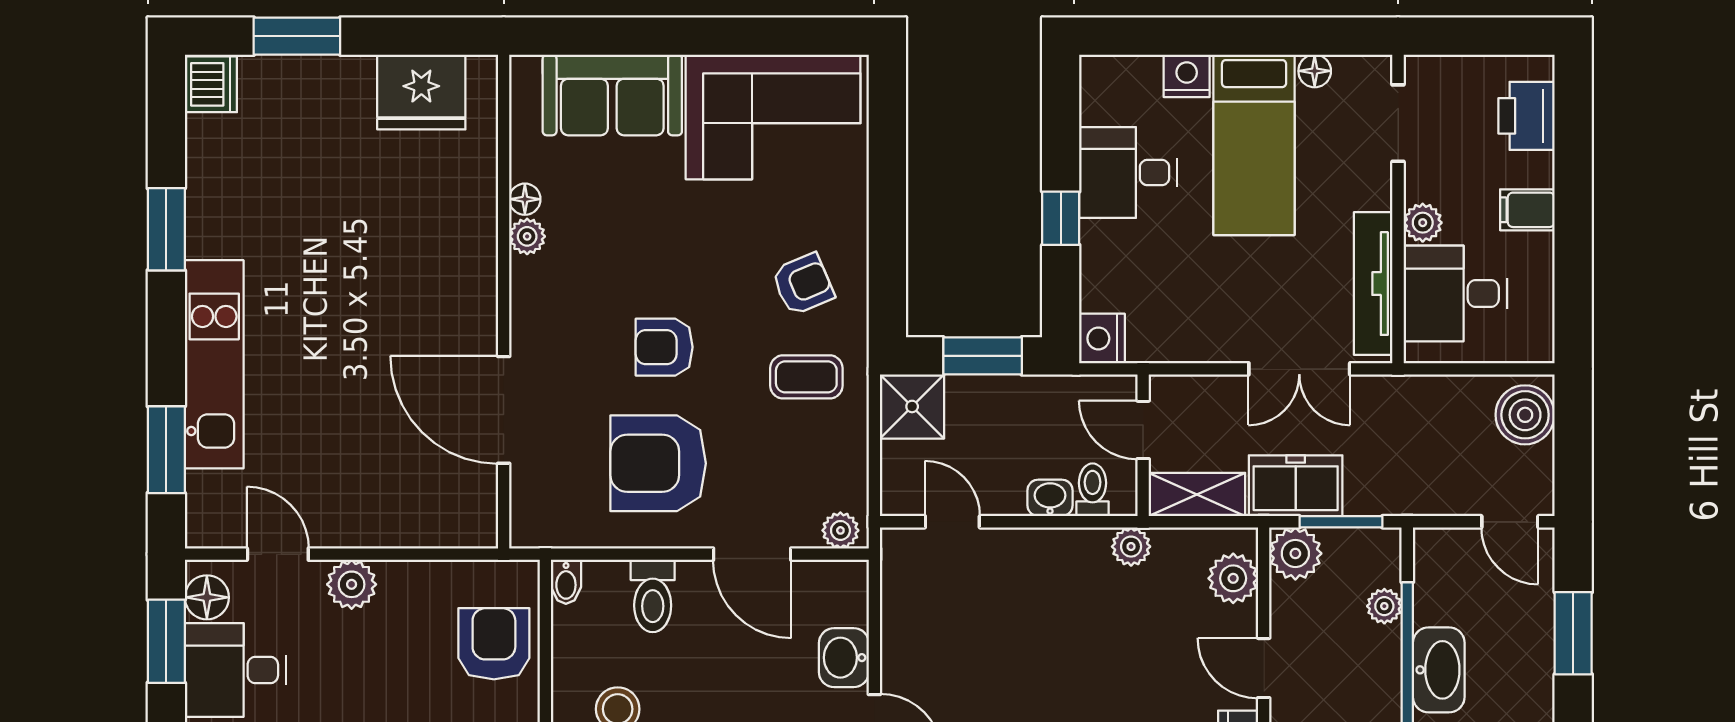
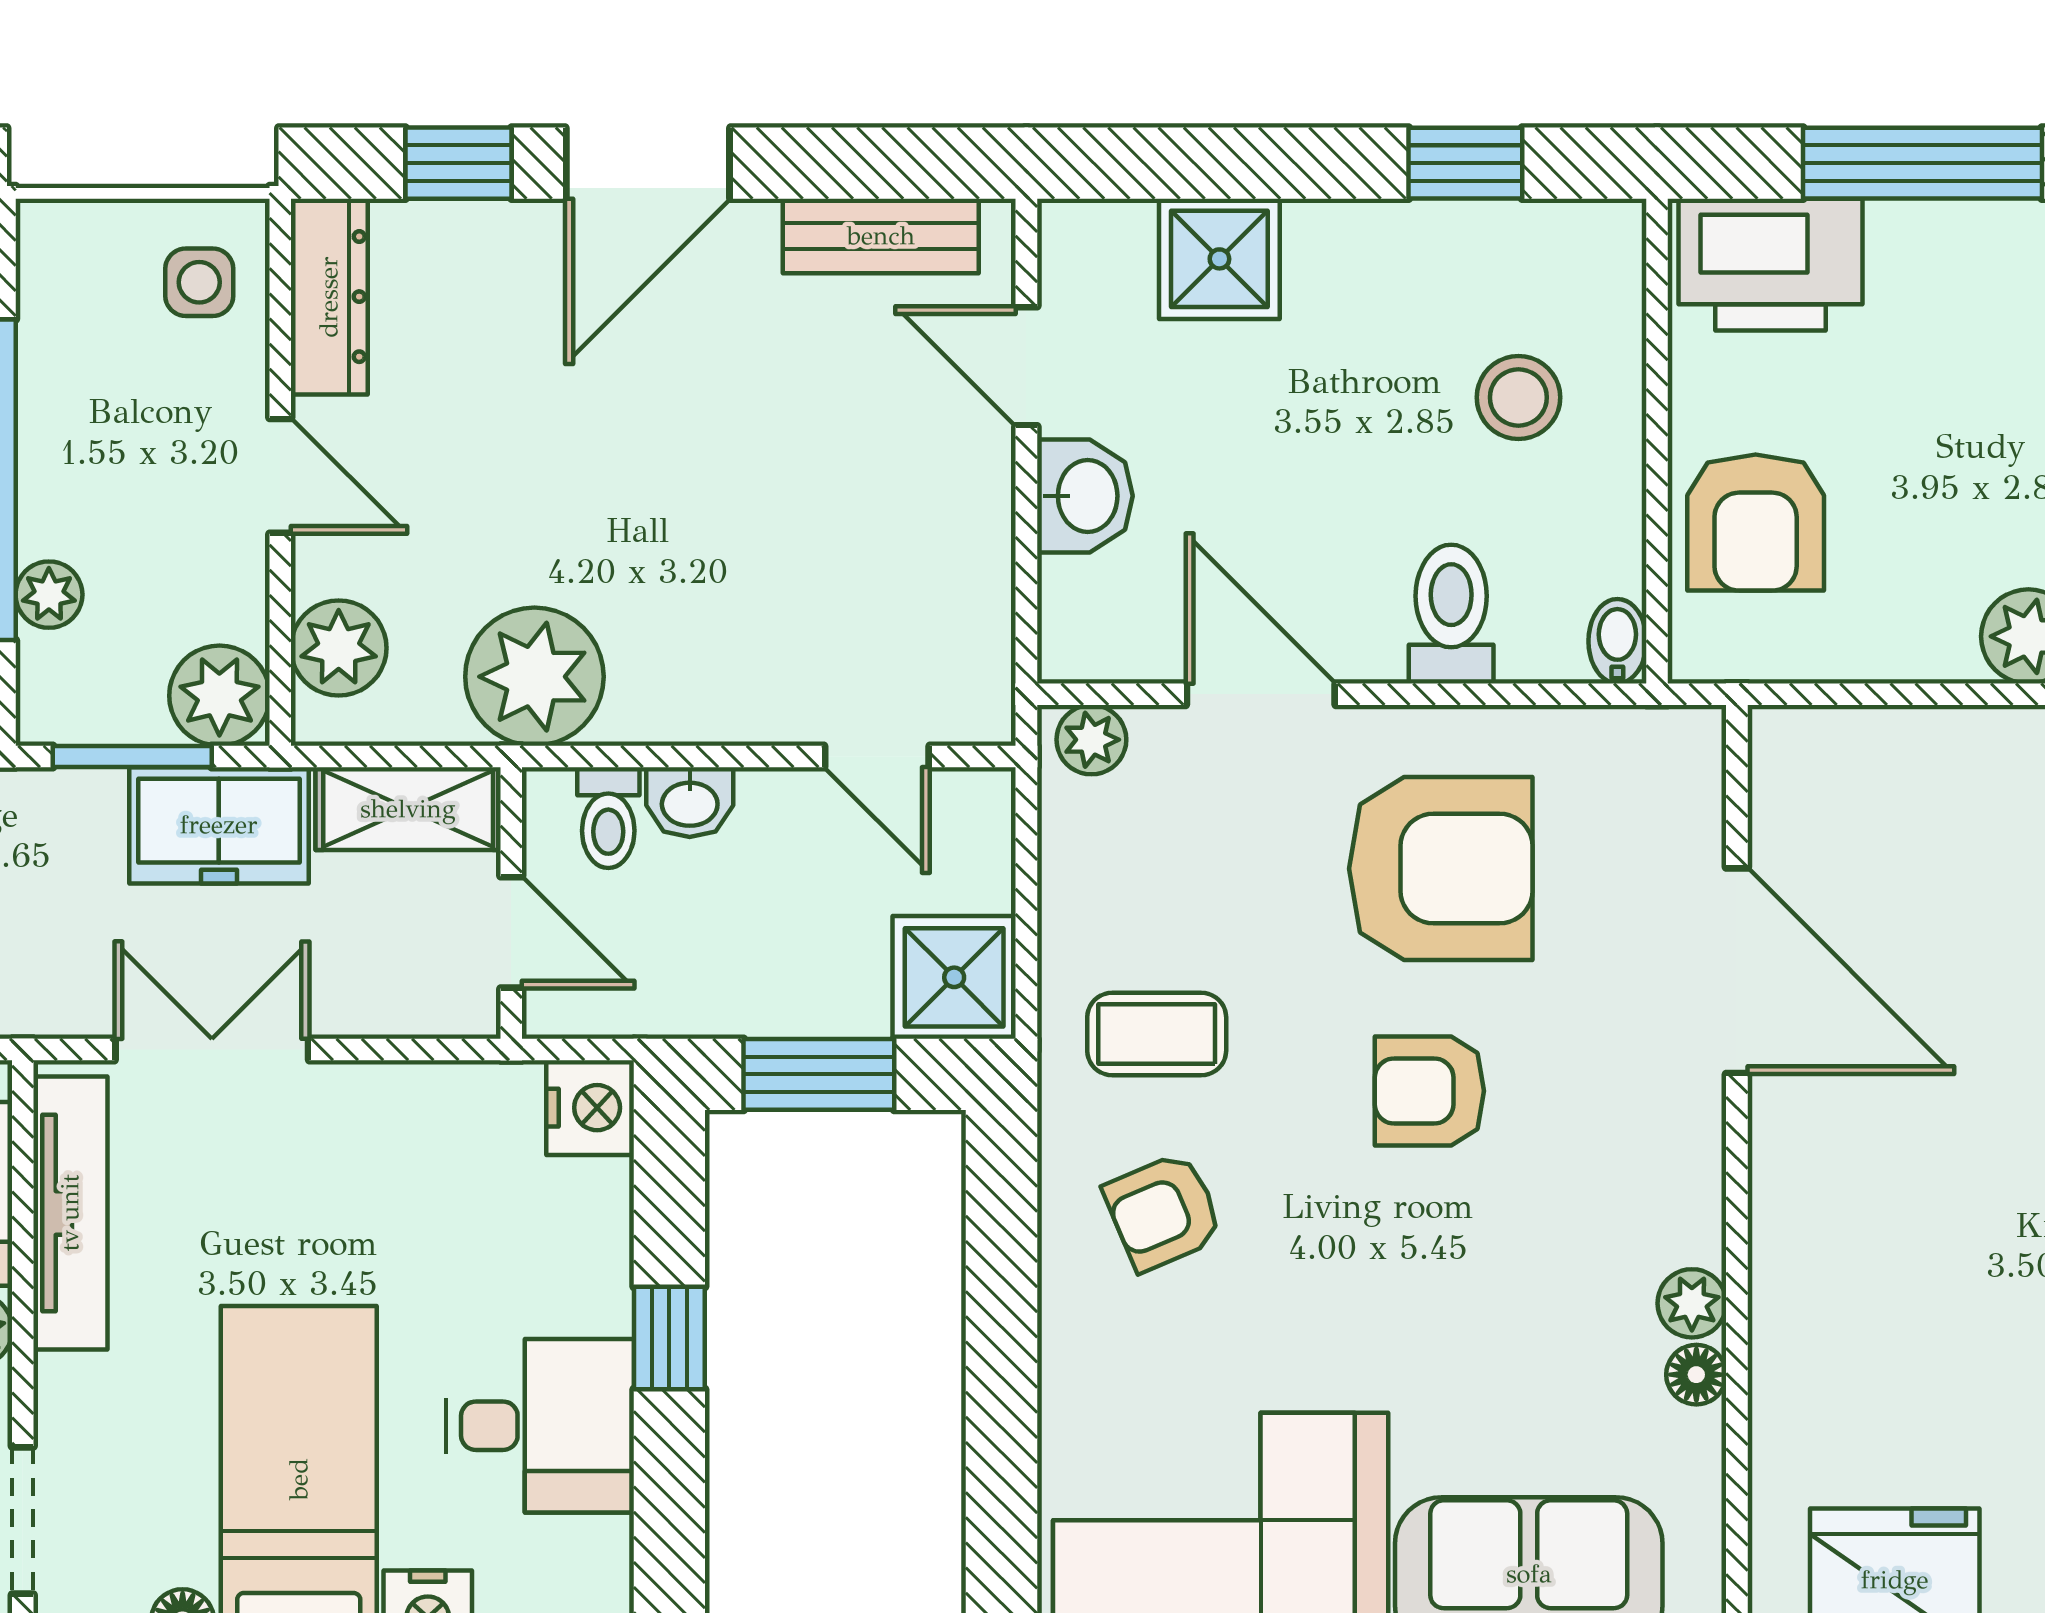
armchair: (664, 347) -> (1429, 1091), turned 180
plant: (1131, 547) -> (534, 677), width x1.88, depth x1.88

